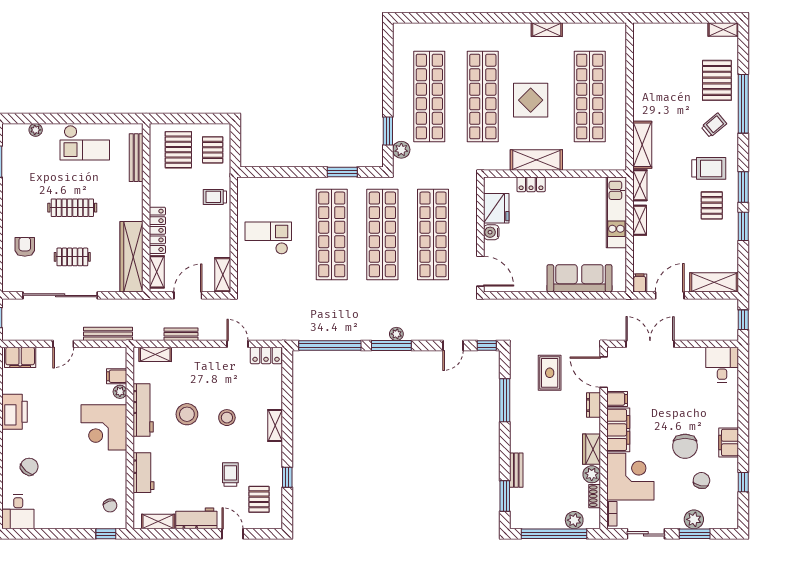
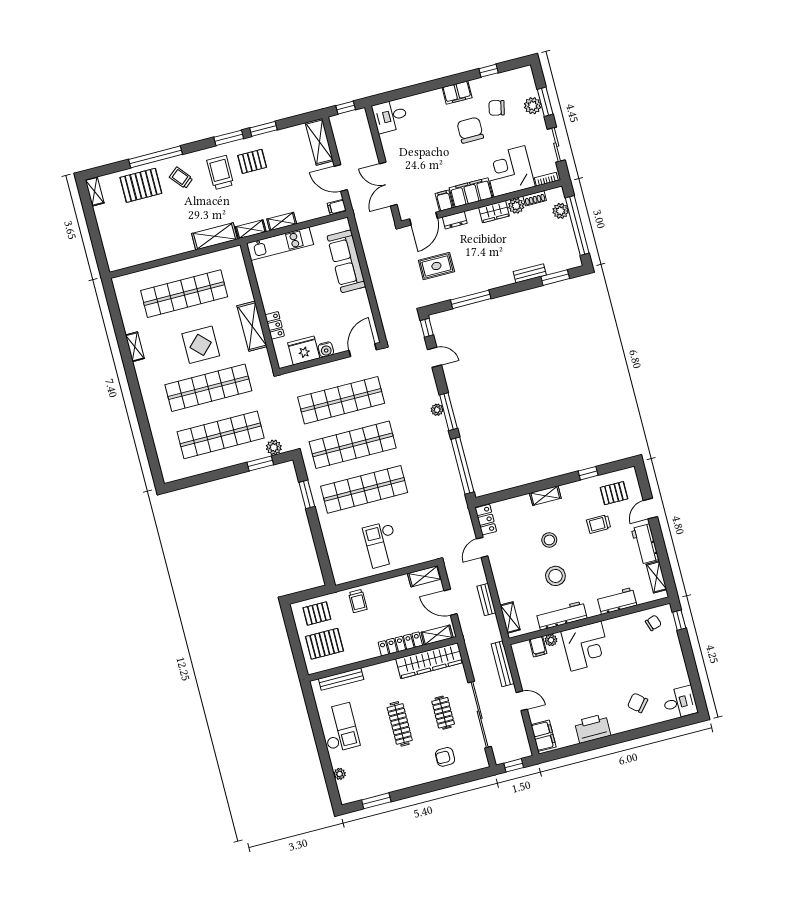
chair: (685, 446) -> (470, 130), turned -90

